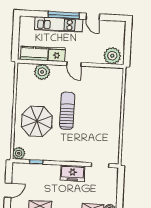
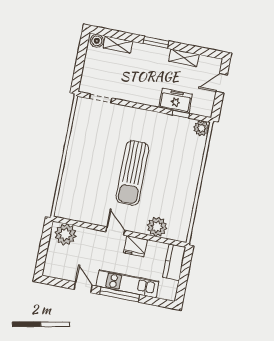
kitchen counter: (34, 54) -> (174, 262), moved, turned 90
sun lounger: (67, 111) -> (132, 173), width x1.36, depth x1.34
parasol: (37, 121) -> (173, 165), removed
freezer: (73, 173) -> (176, 101), moved

